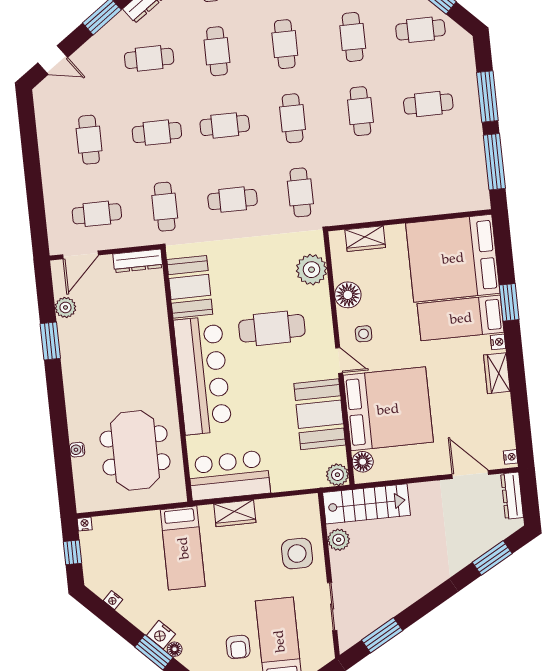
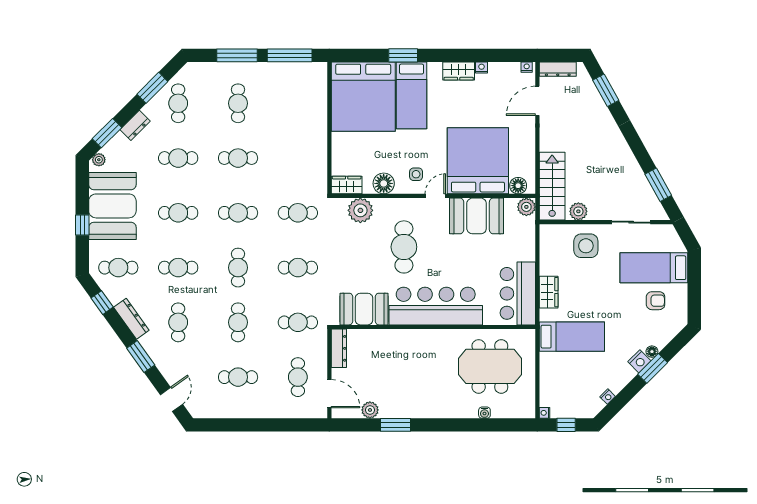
cafe table: (233, 200) -> (298, 268), turned 90
wardrobe: (365, 239) -> (347, 185), moved, turned -90
nightstand: (498, 342) -> (482, 68), moved

